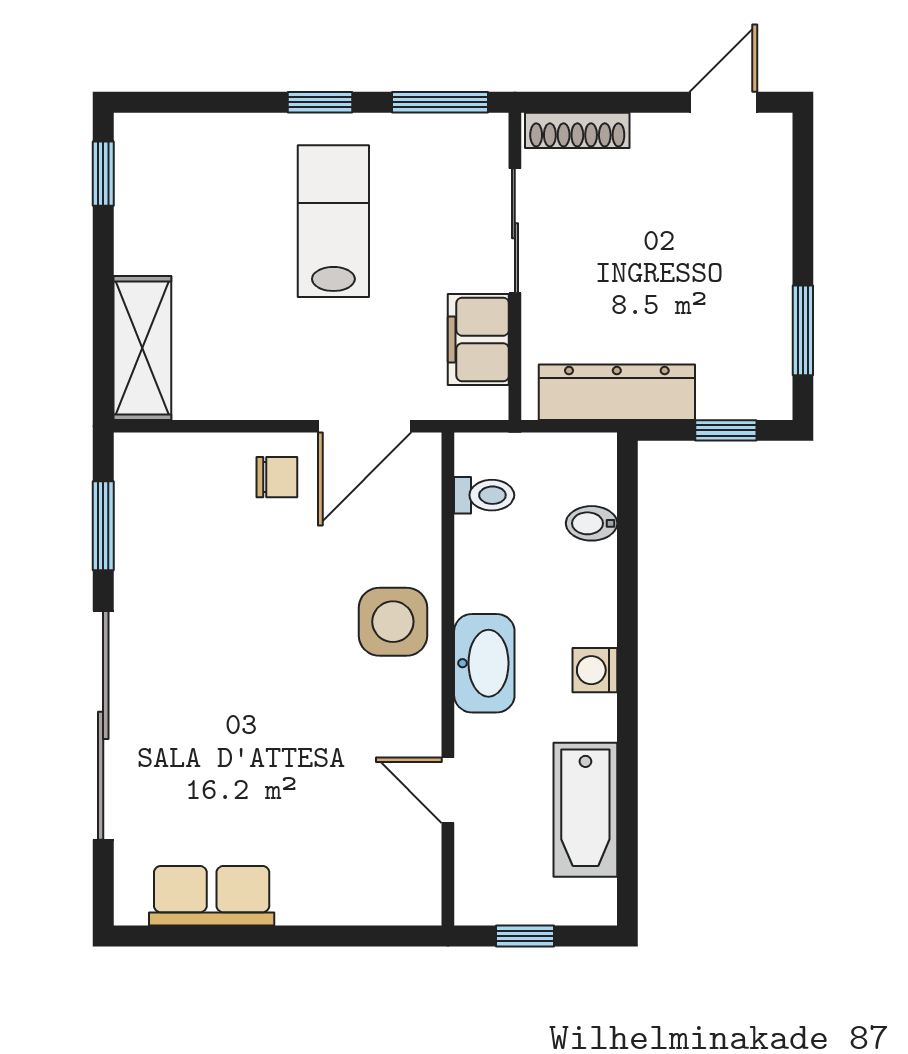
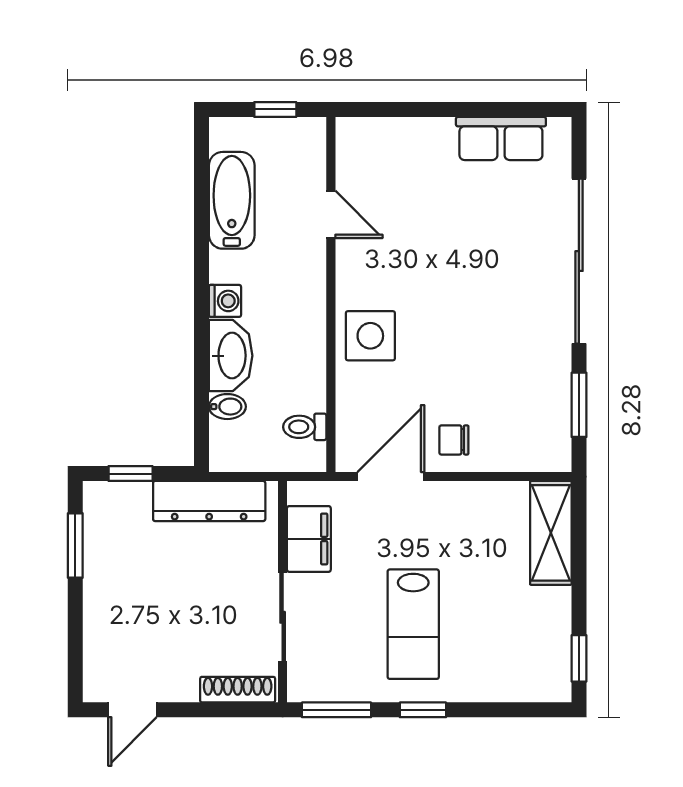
washbasin: (484, 663) -> (231, 356), moved, turned 180

